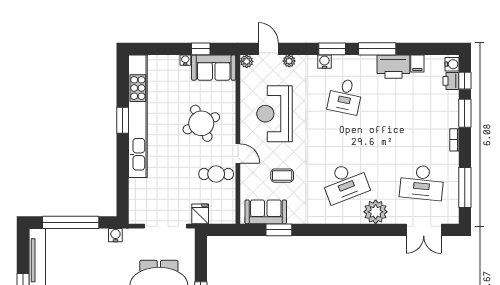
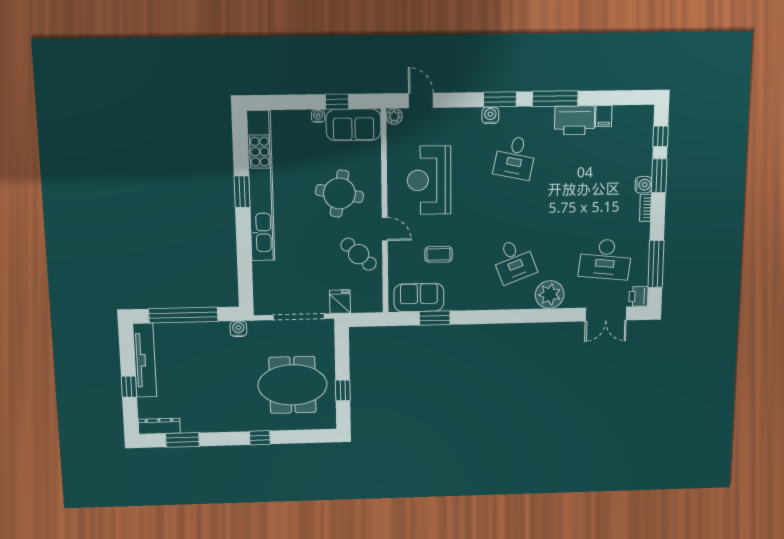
plant: (289, 61) -> (447, 115), removed
water cooler: (452, 64) -> (643, 185), moved
printer: (451, 81) -> (638, 296), moved
round table: (201, 123) -> (339, 194), turned 35
cafe table: (216, 174) -> (359, 254), turned 43
desk: (345, 182) -> (514, 261), width x0.73

